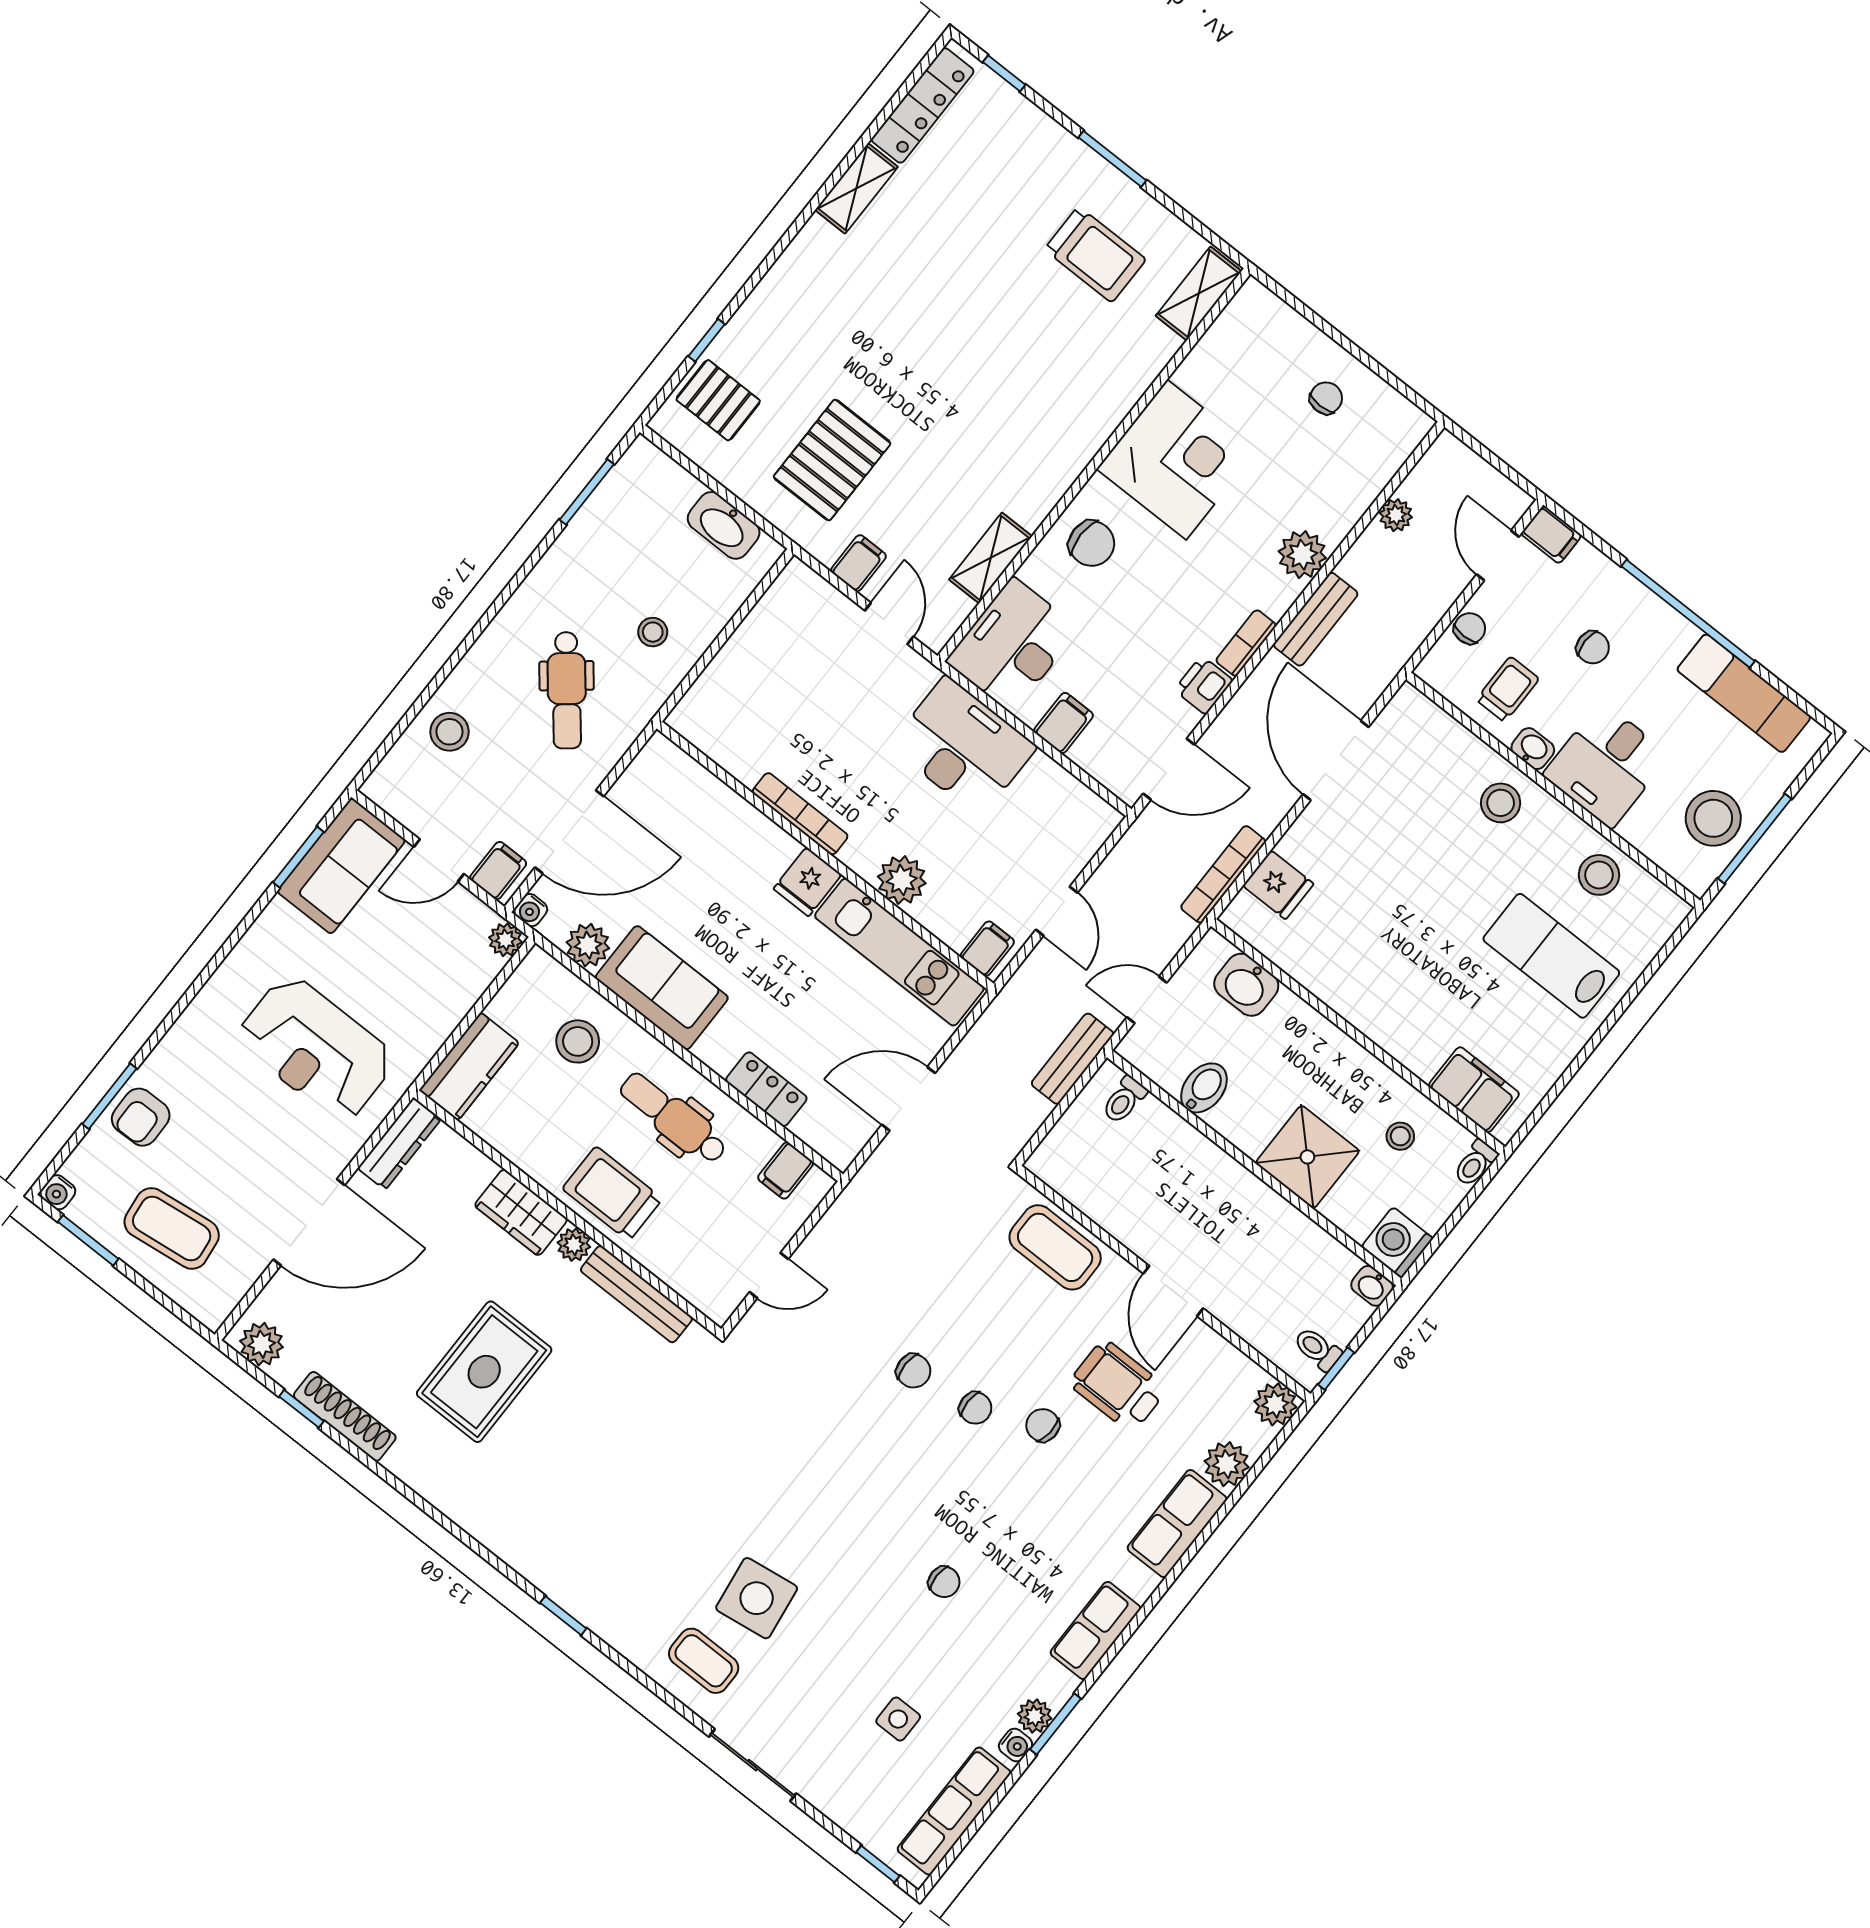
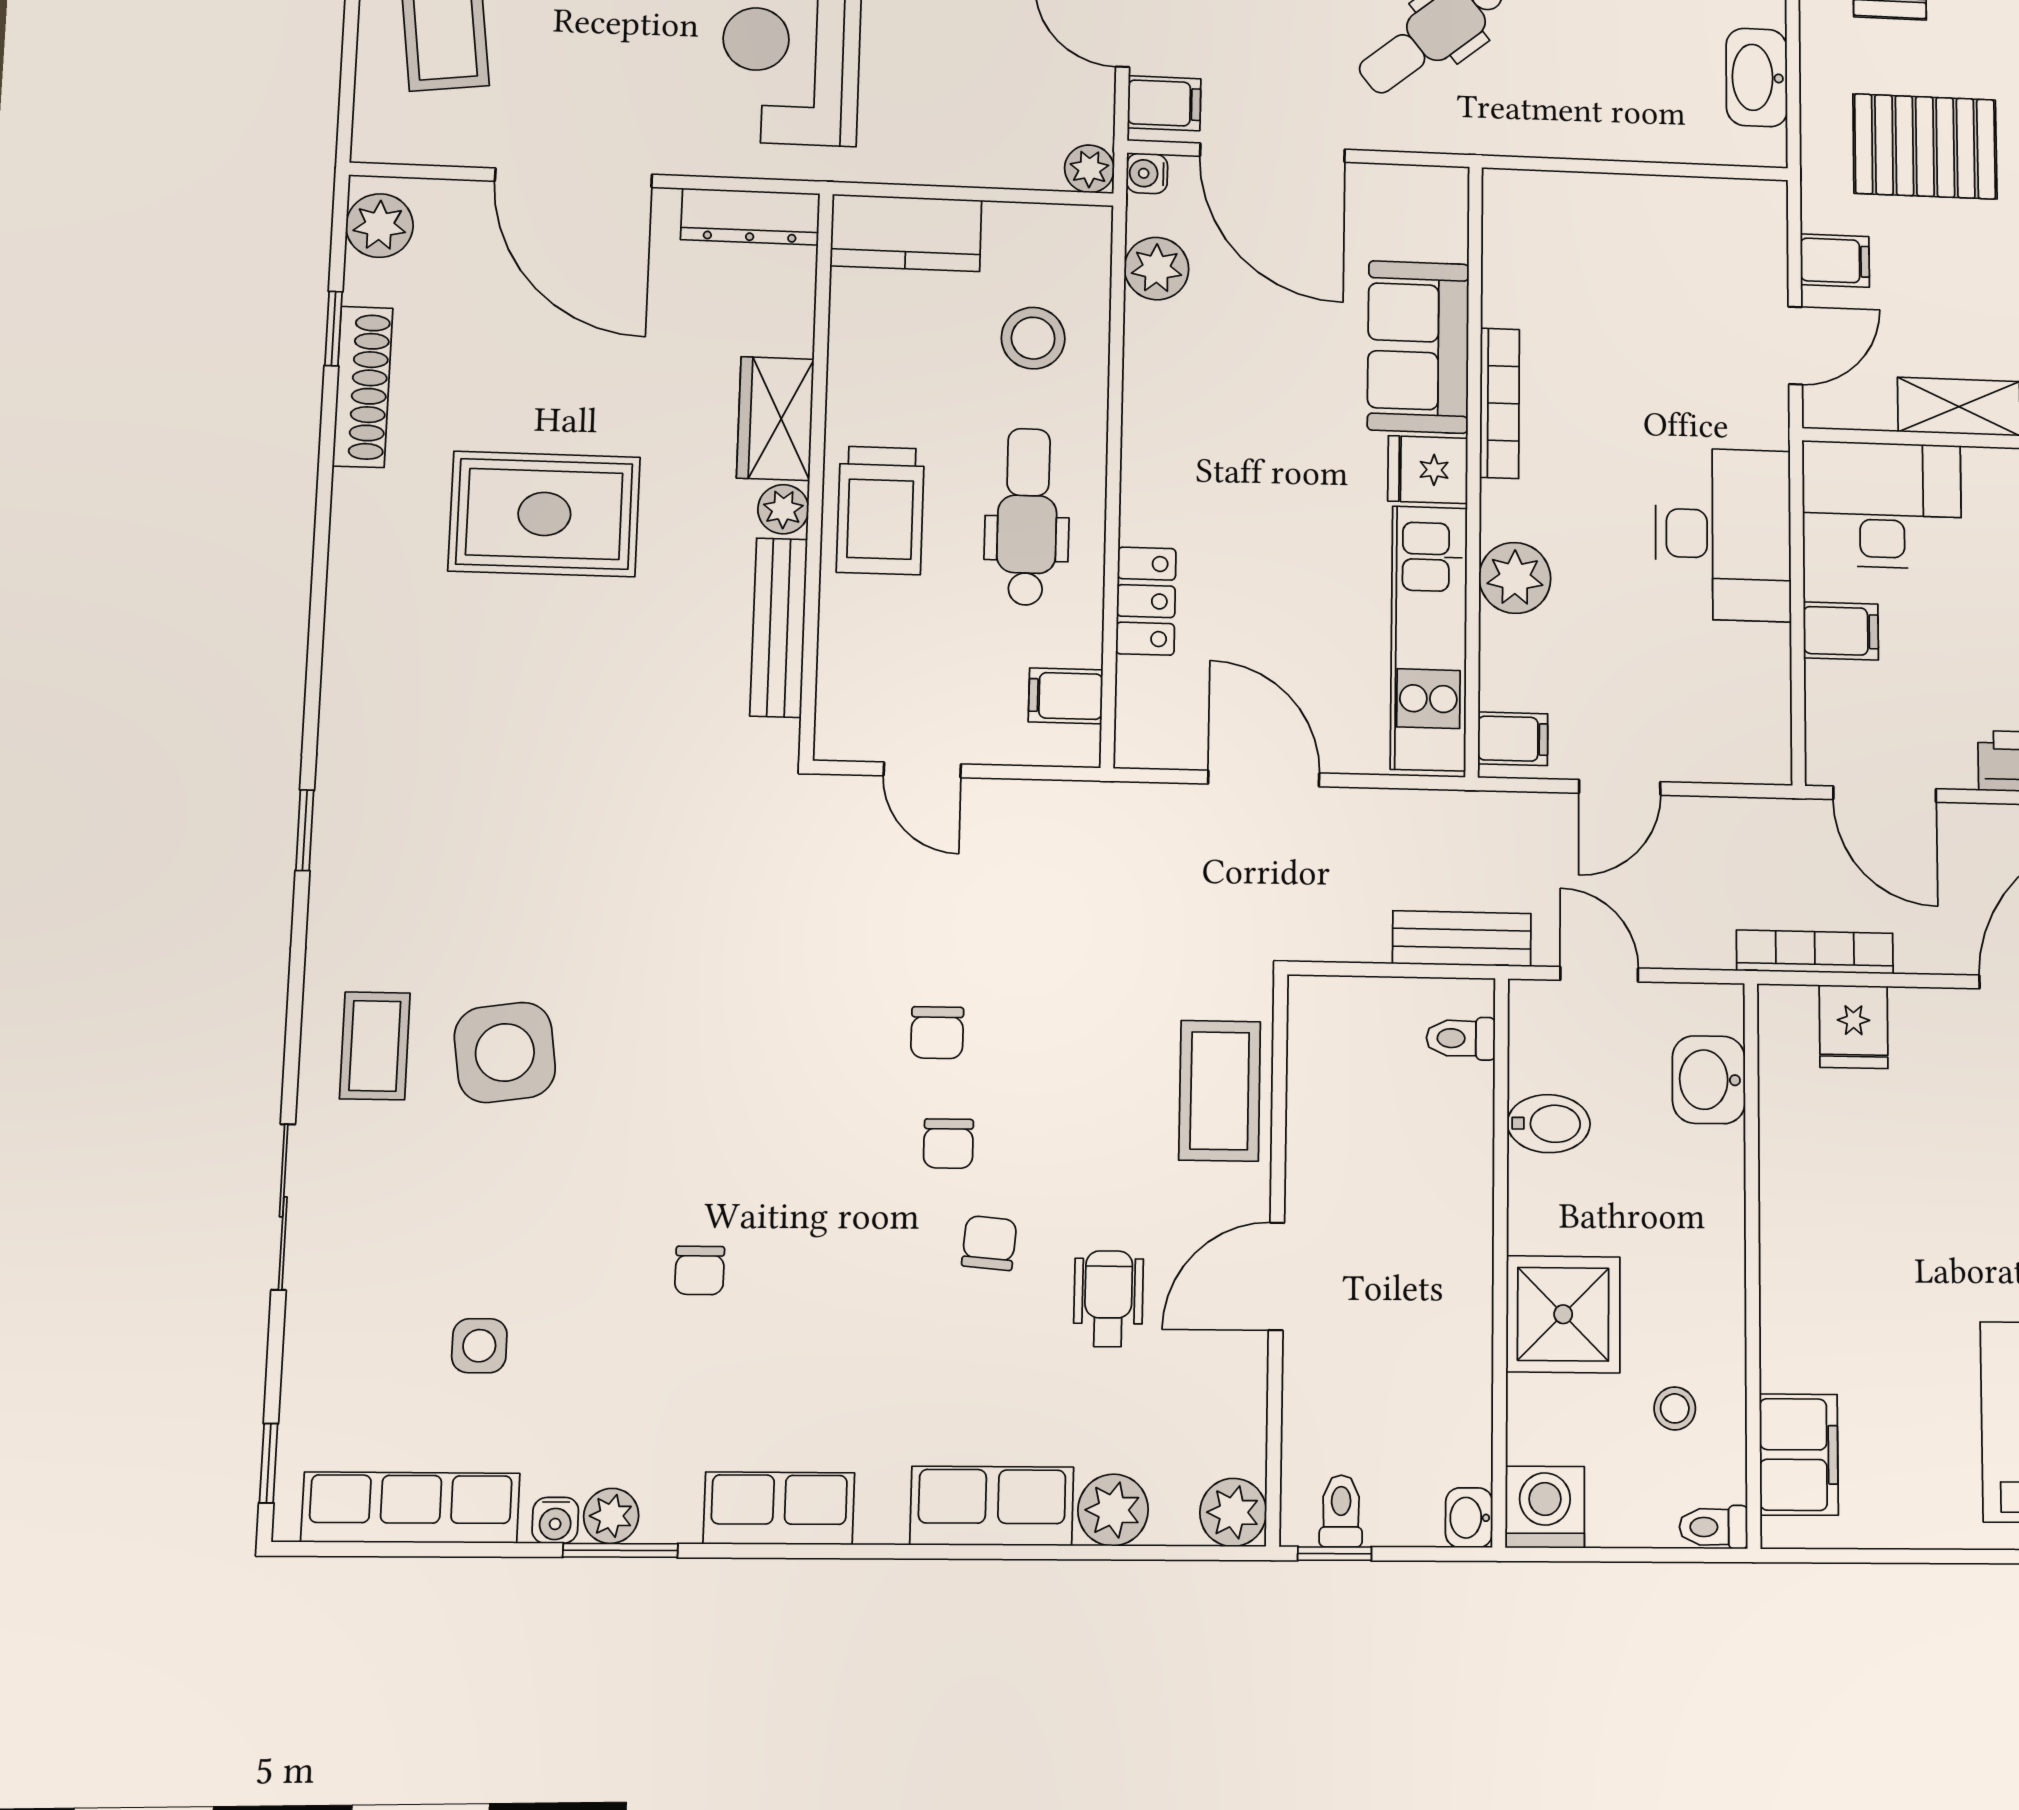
stool: (653, 632) -> (1575, 84), removed
sofa: (662, 988) -> (1418, 347), moved, turned 180
trolley: (612, 1194) -> (880, 510), turned 180
wheelchair: (1118, 1386) -> (1108, 1299), width x0.73, depth x0.73

